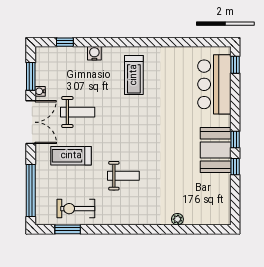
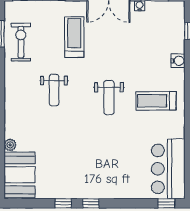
bar counter: (214, 84) -> (168, 169), moved, turned -90
weight bench: (78, 112) -> (109, 98), moved
booth: (216, 150) -> (20, 175), moved, turned 90

